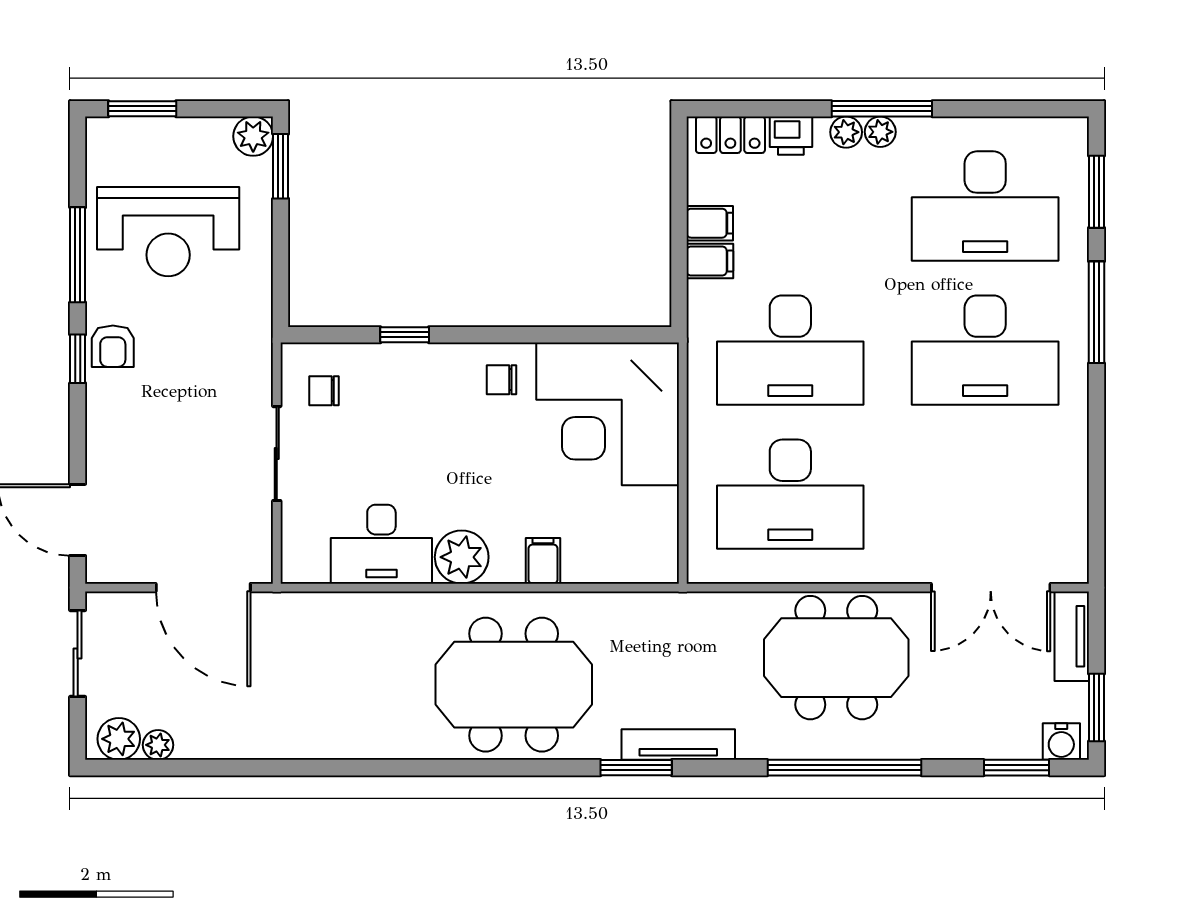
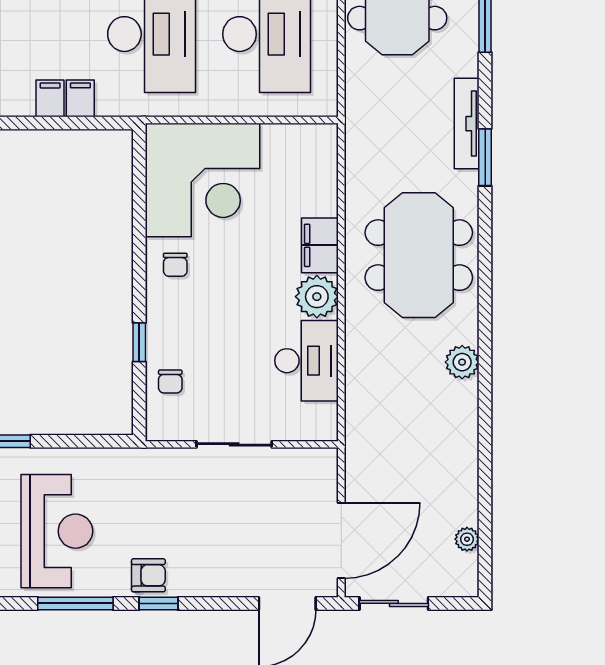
chair: (324, 391) -> (170, 382), moved
filing cabinet: (543, 561) -> (320, 245), width x2.00
door: (203, 588) -> (341, 541), moved
plant: (119, 739) -> (462, 362), moved

